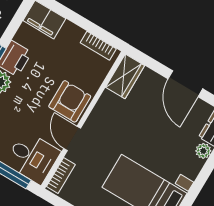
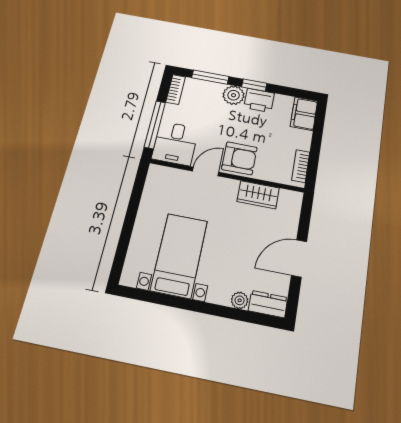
wardrobe: (125, 76) -> (258, 195), moved
bookcase: (61, 176) -> (167, 173), removed

